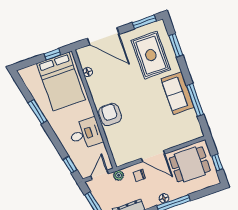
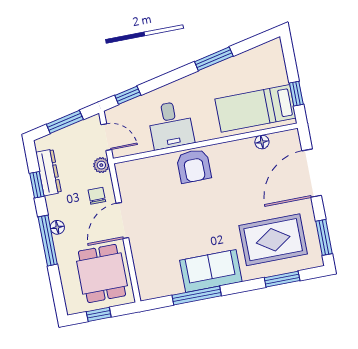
bed: (61, 81) -> (255, 108), width x0.67
armchair: (110, 115) -> (194, 166), turned 90

